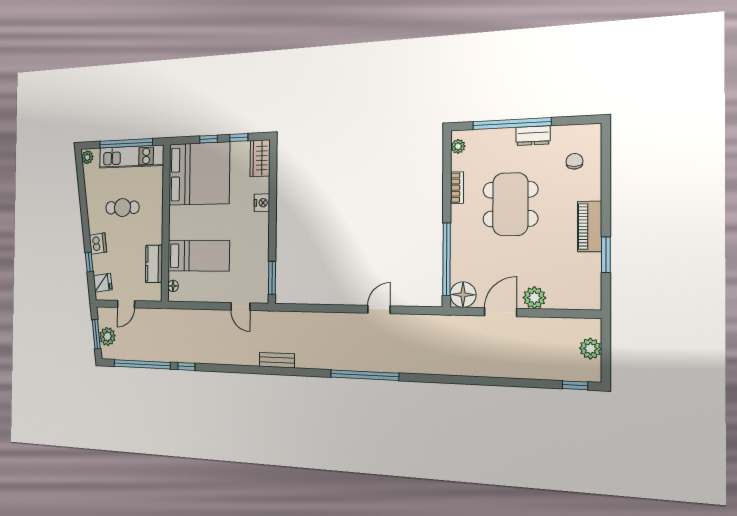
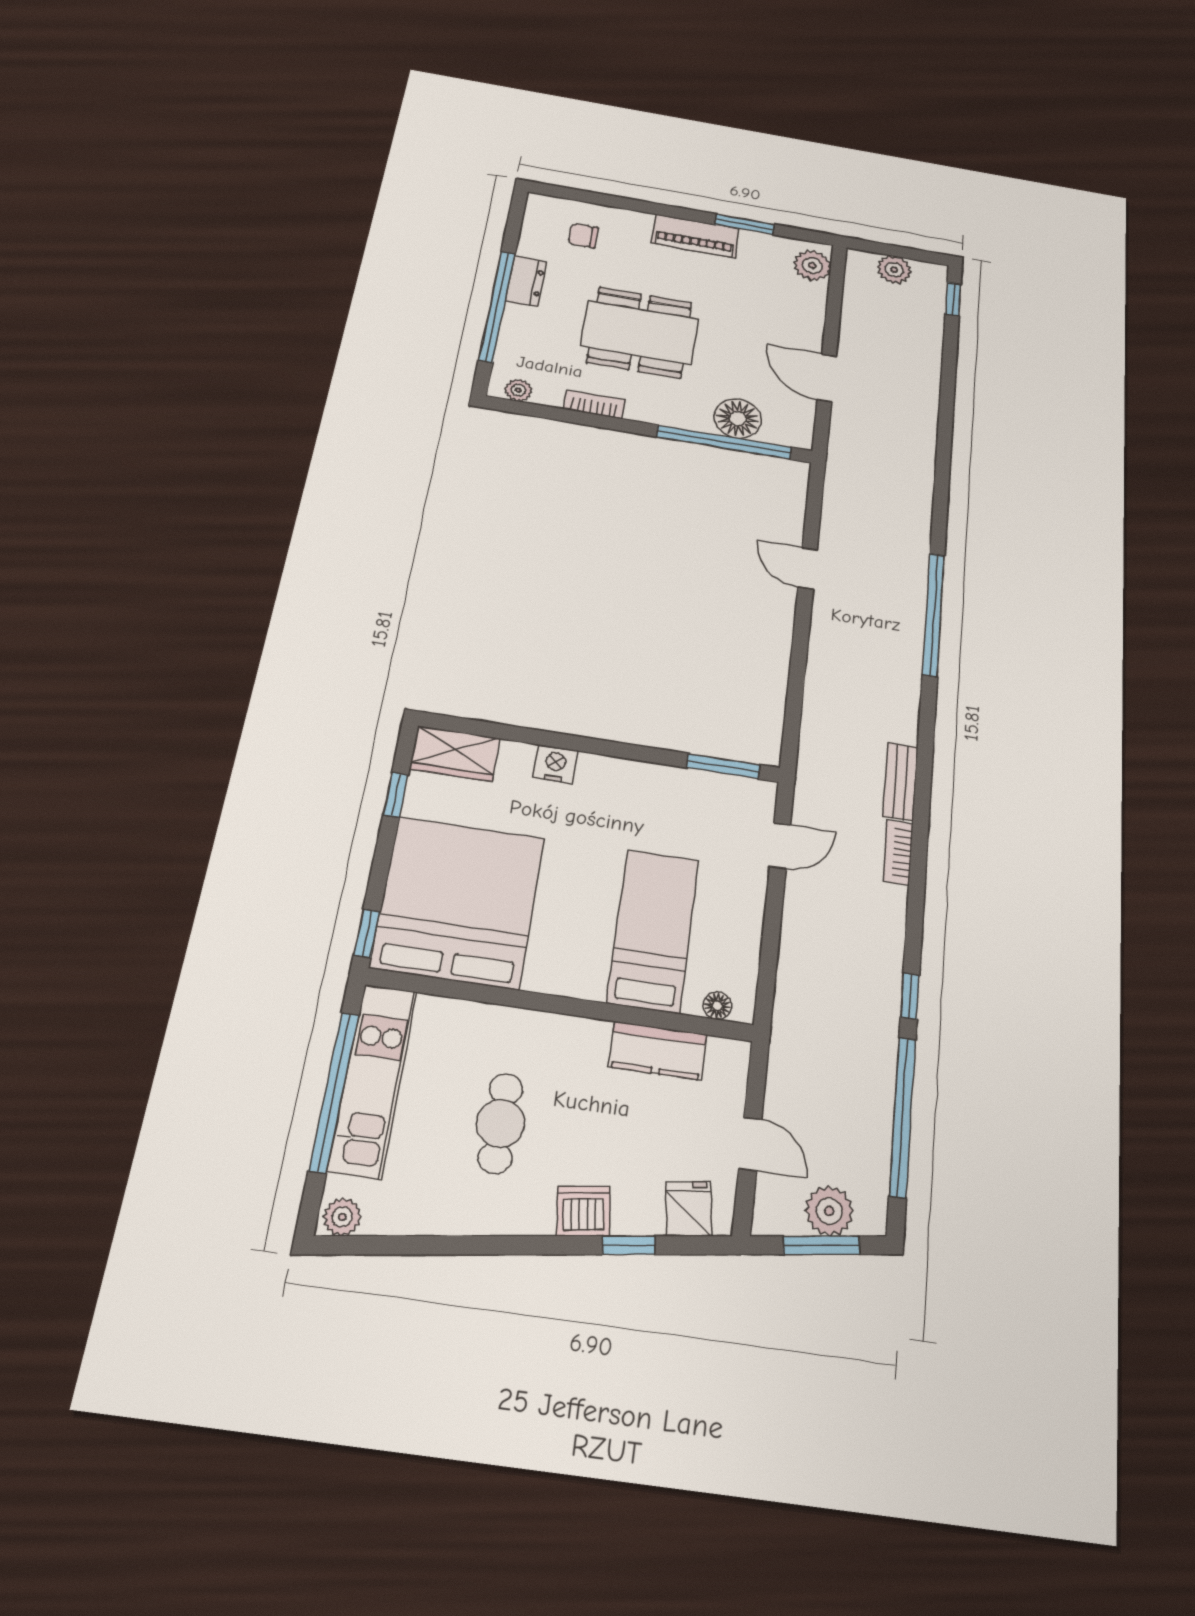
window: (208, 139) -> (367, 933), moved
floor lamp: (463, 295) -> (738, 419), moved
plant: (534, 298) -> (812, 265), moved
bookcase: (245, 360) -> (898, 852), added

